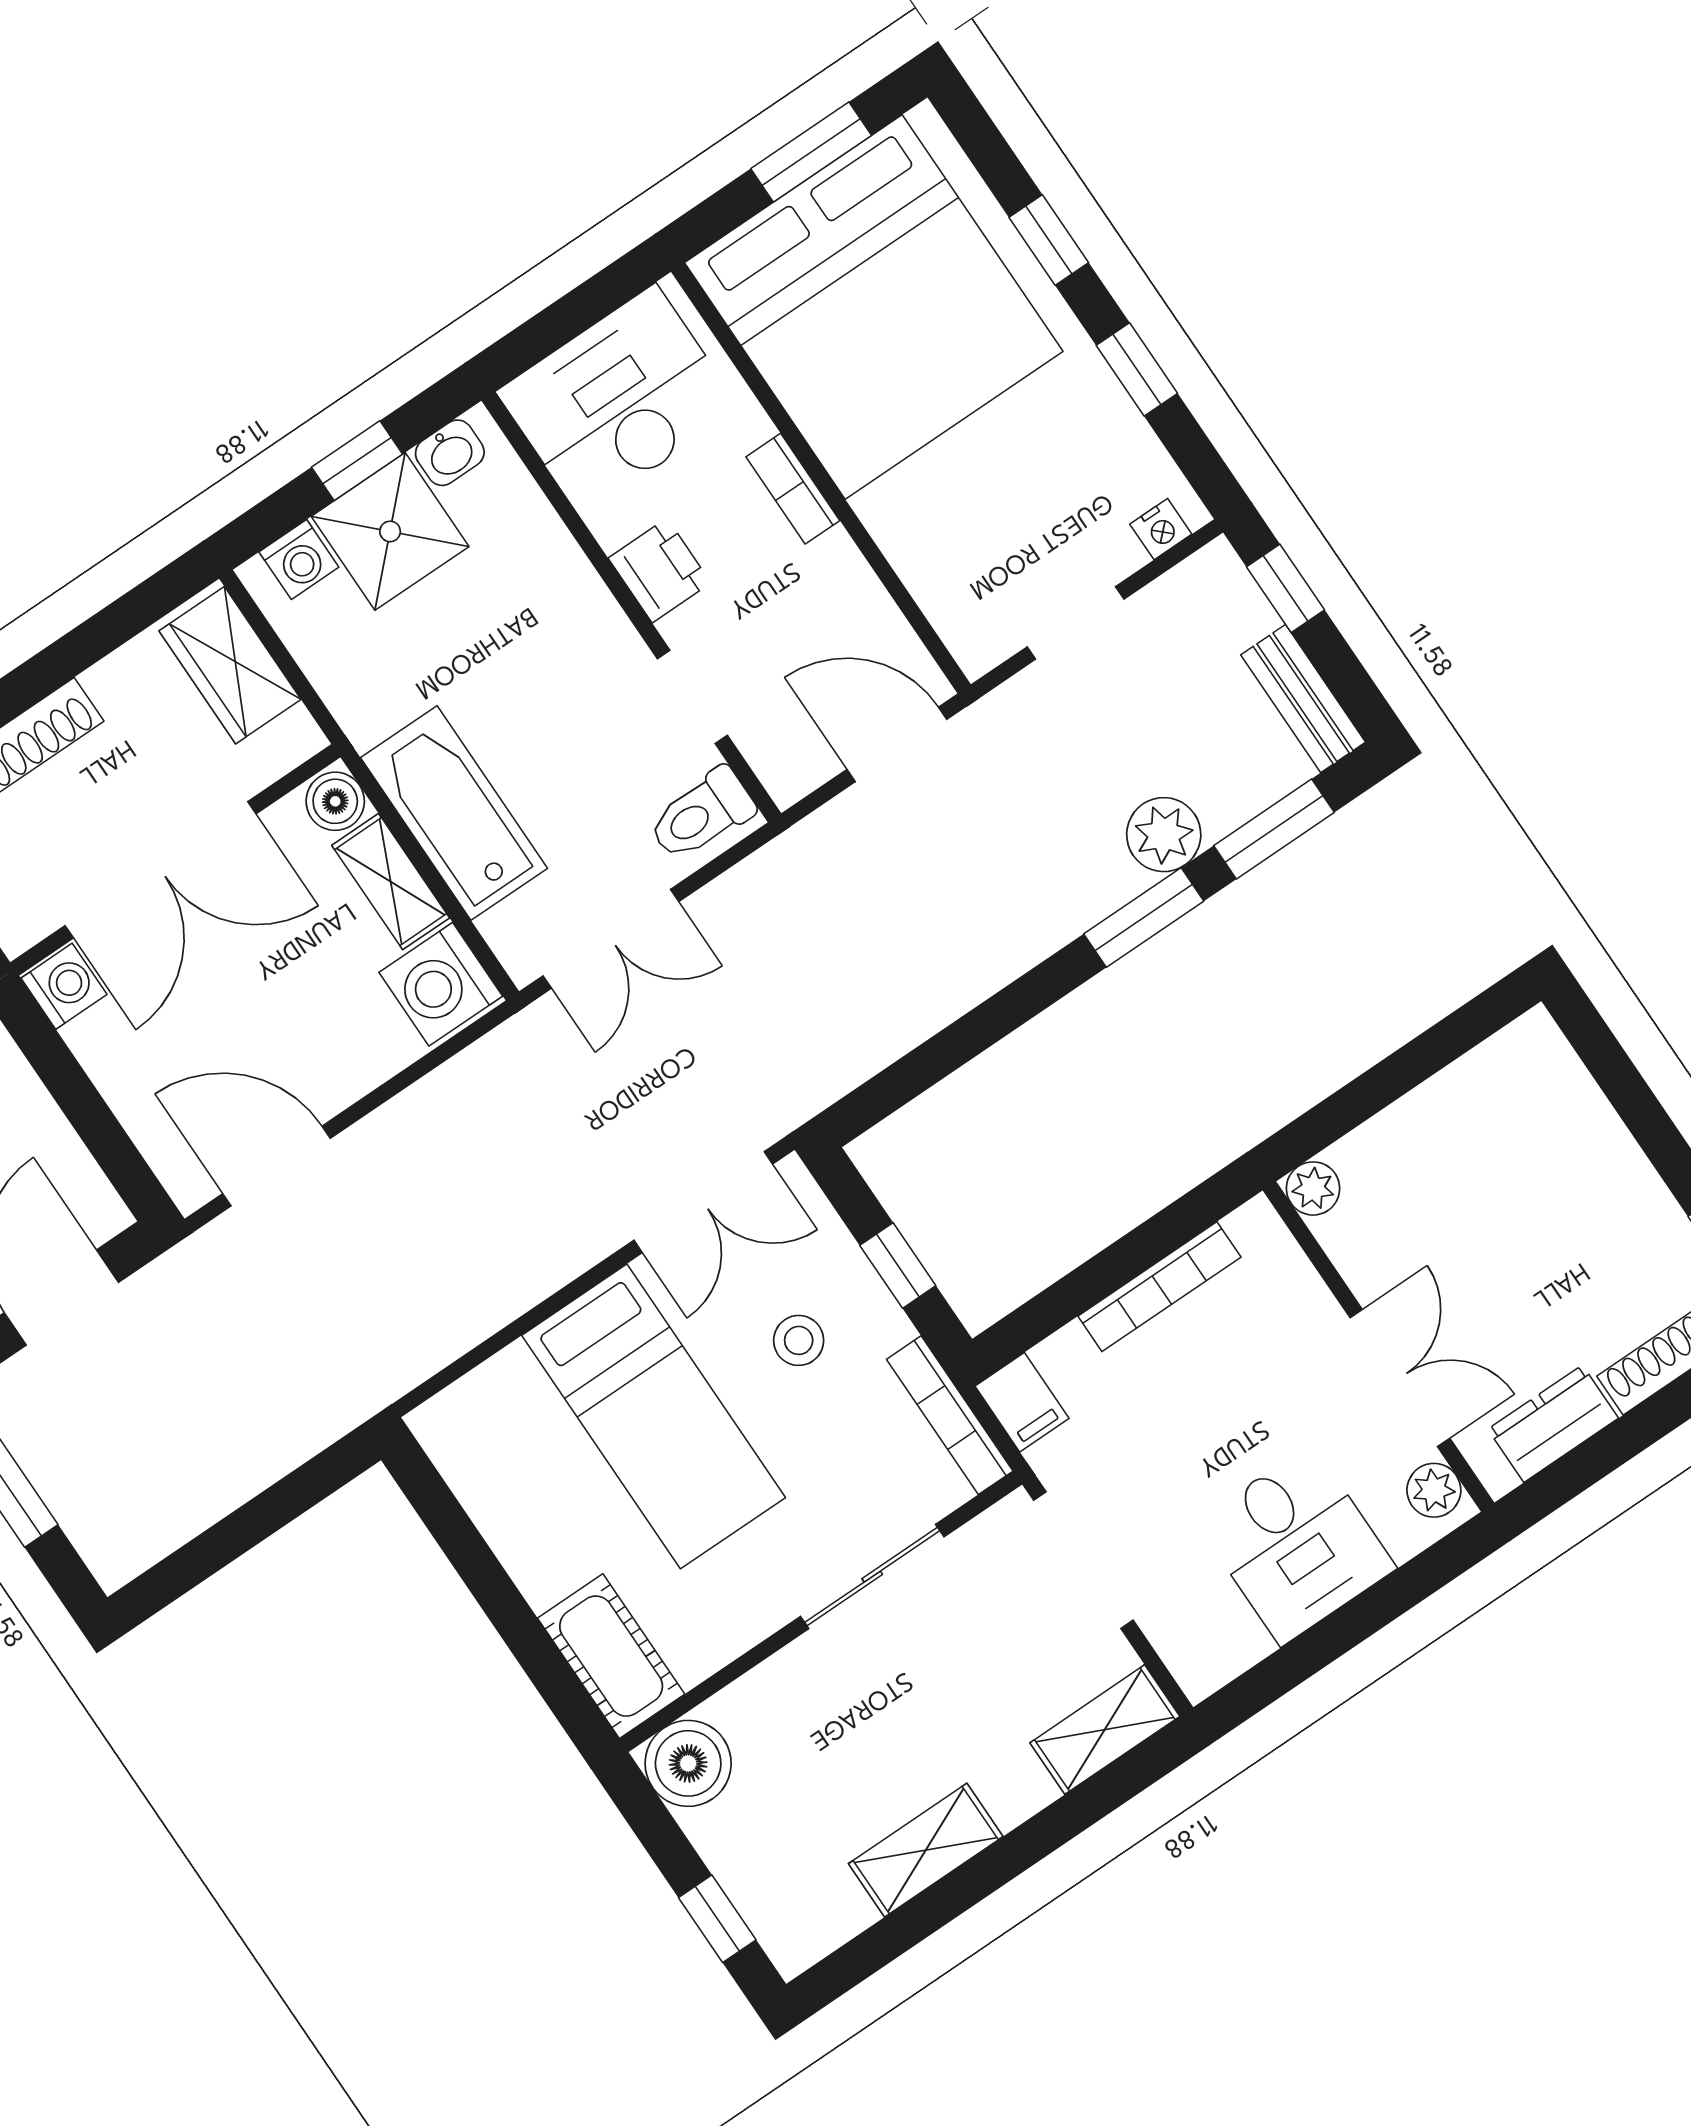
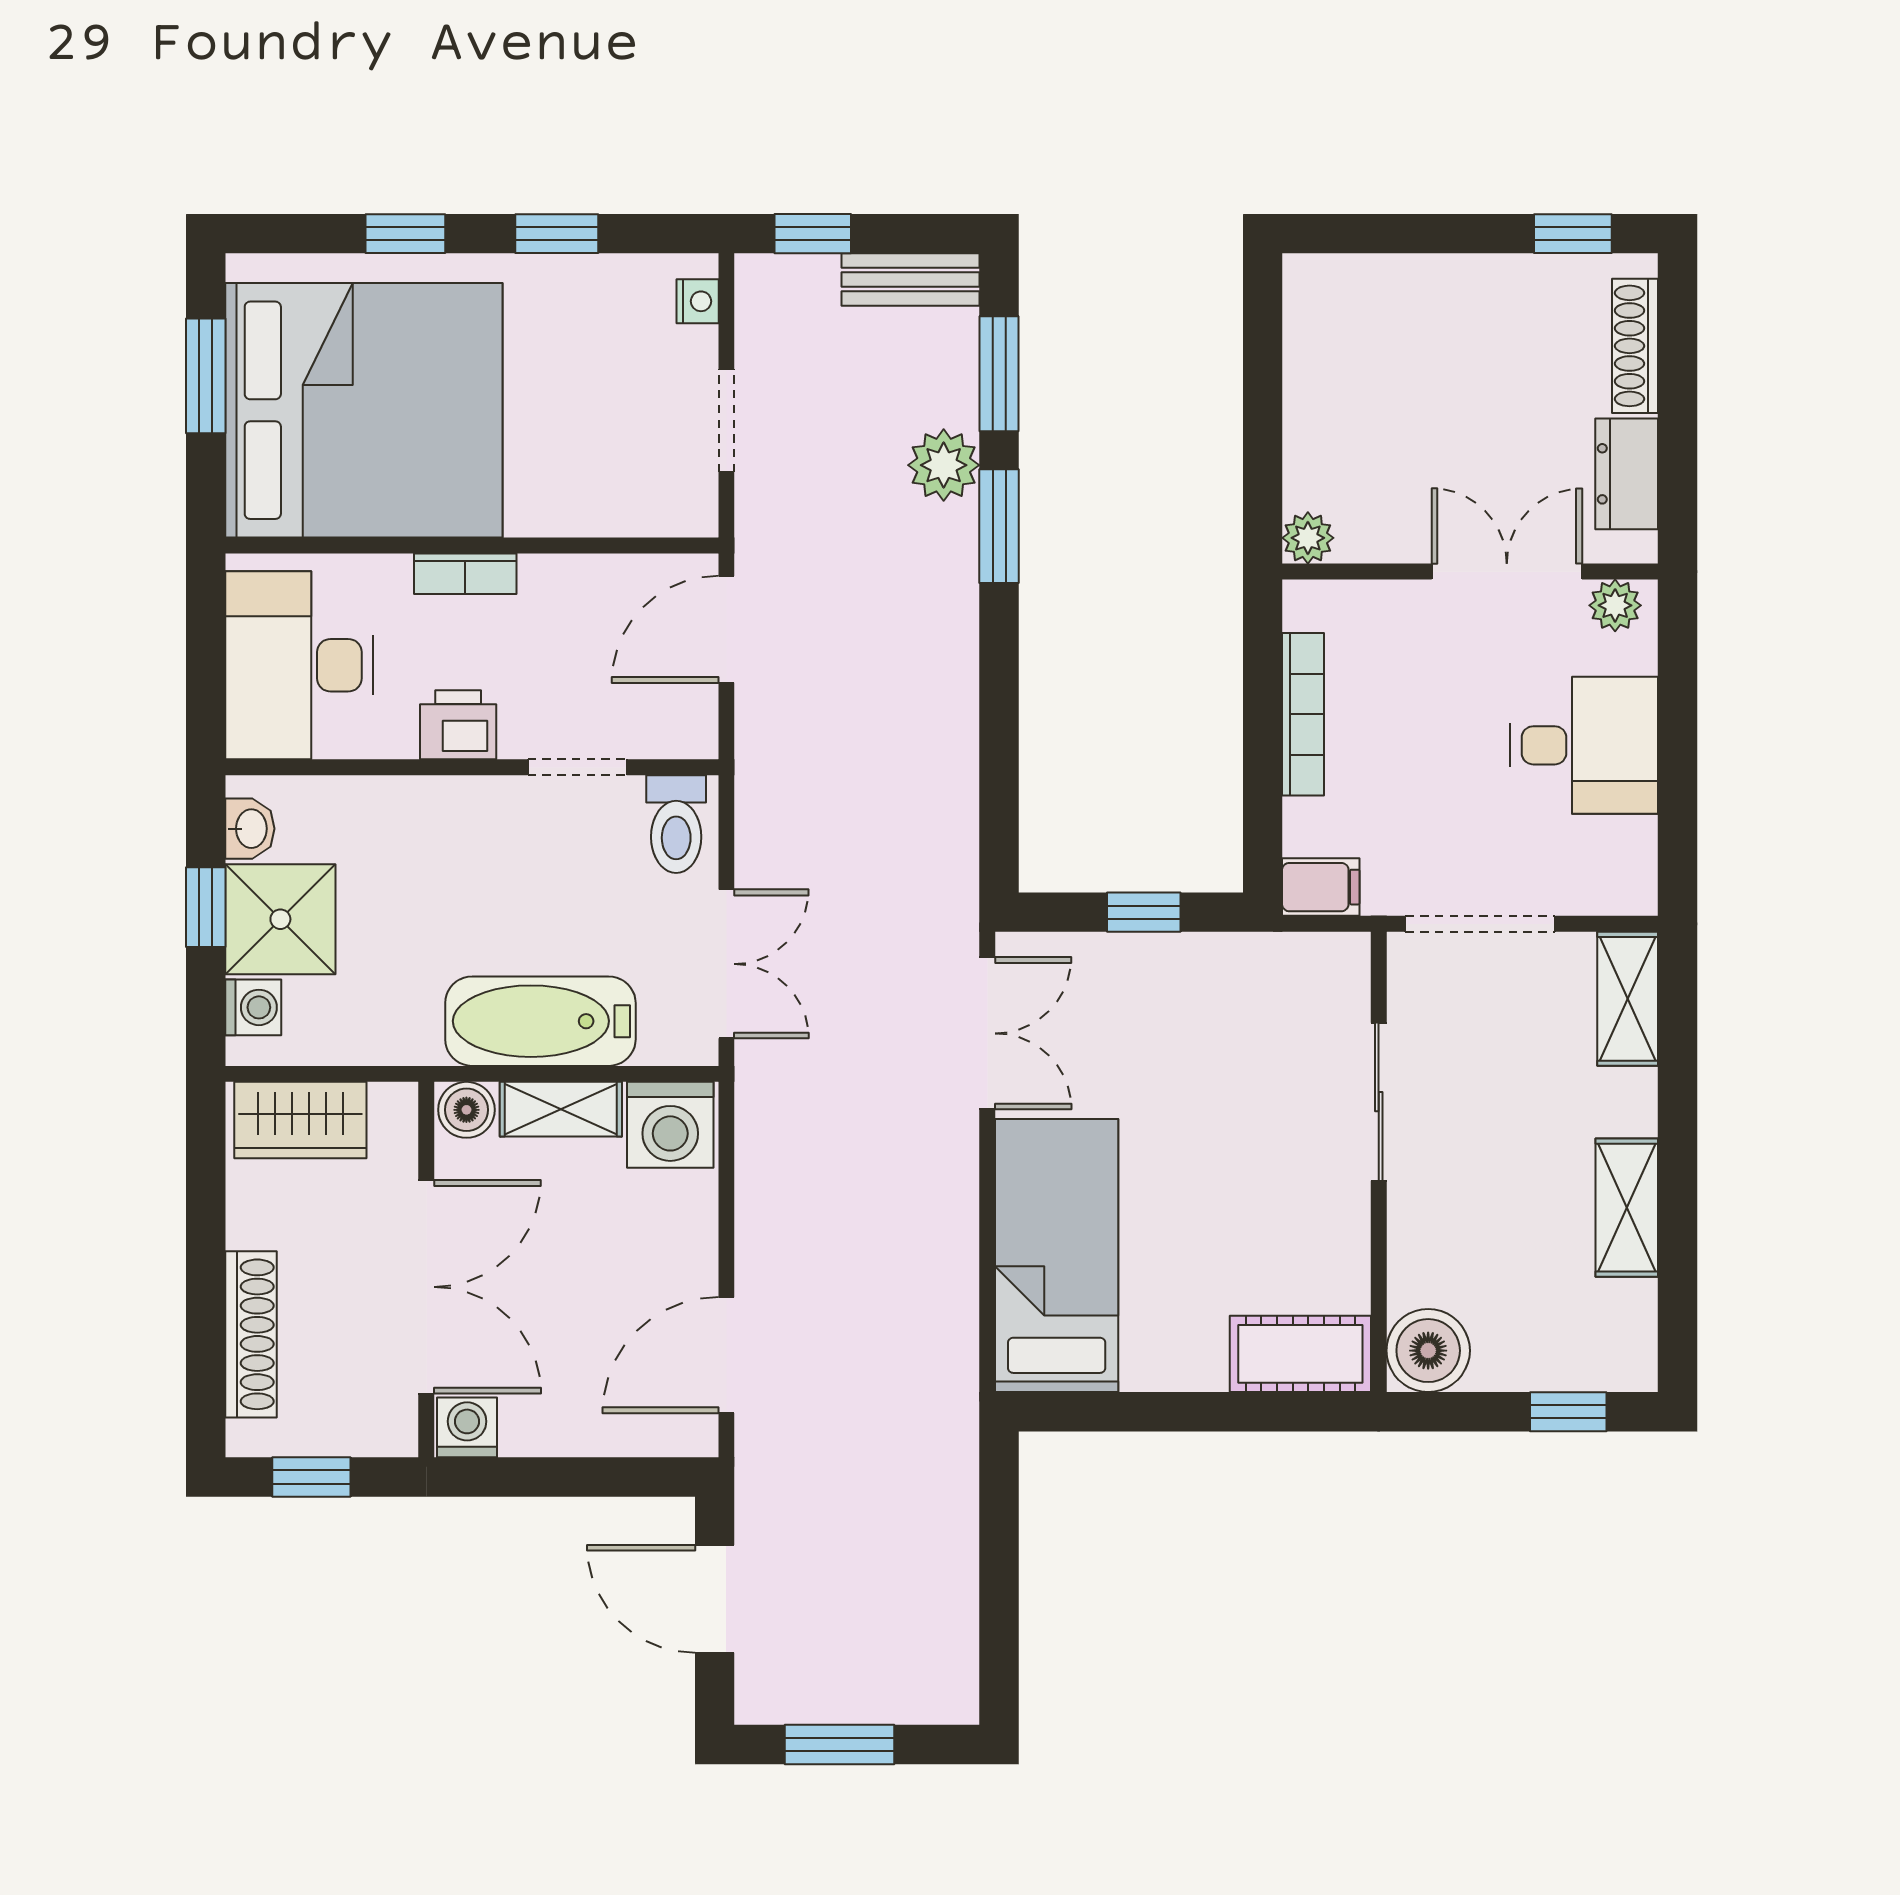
stool: (799, 1340) -> (1150, 1032), removed
bookcase: (950, 1415) -> (1292, 952), removed
bed: (654, 1416) -> (1057, 1256), moved, turned -90

